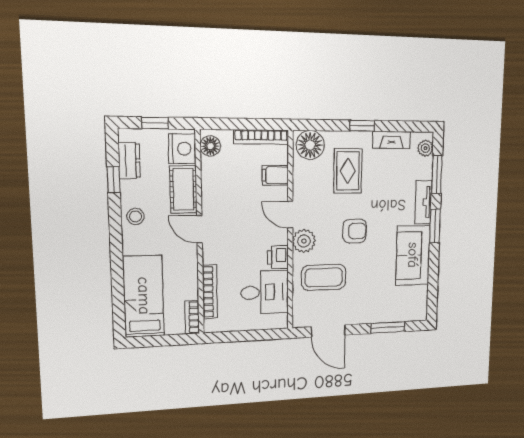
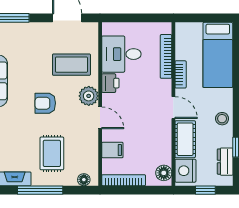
window: (362, 126) -> (40, 190), width x2.17
floor lamp: (310, 145) -> (84, 180), width x0.53, depth x0.53
bookcase: (192, 317) -> (181, 74), moved

